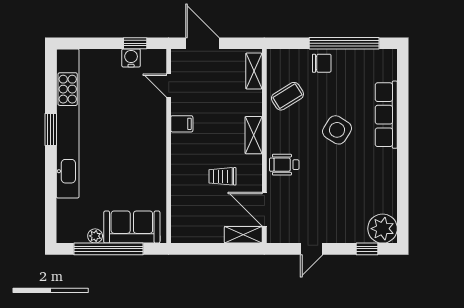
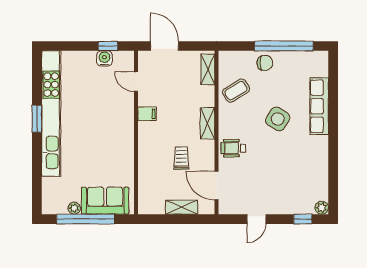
trolley: (222, 176) -> (181, 158), turned 90
plant: (383, 229) -> (322, 208), width x0.53, depth x0.53
shelving: (243, 235) -> (182, 207), moved

